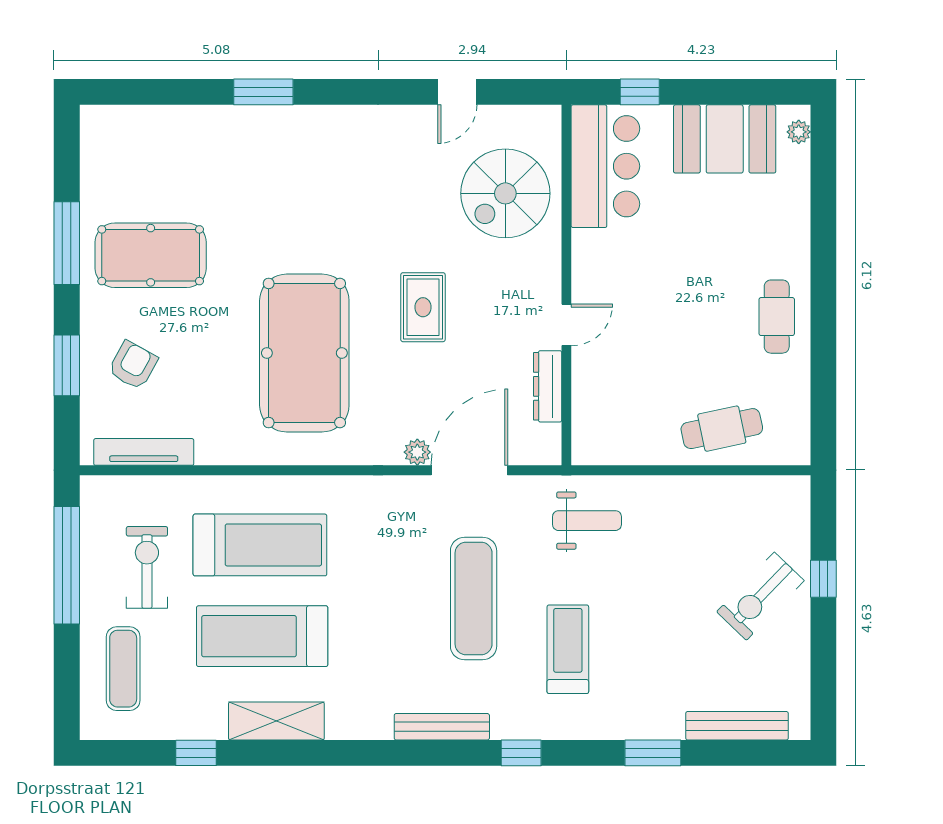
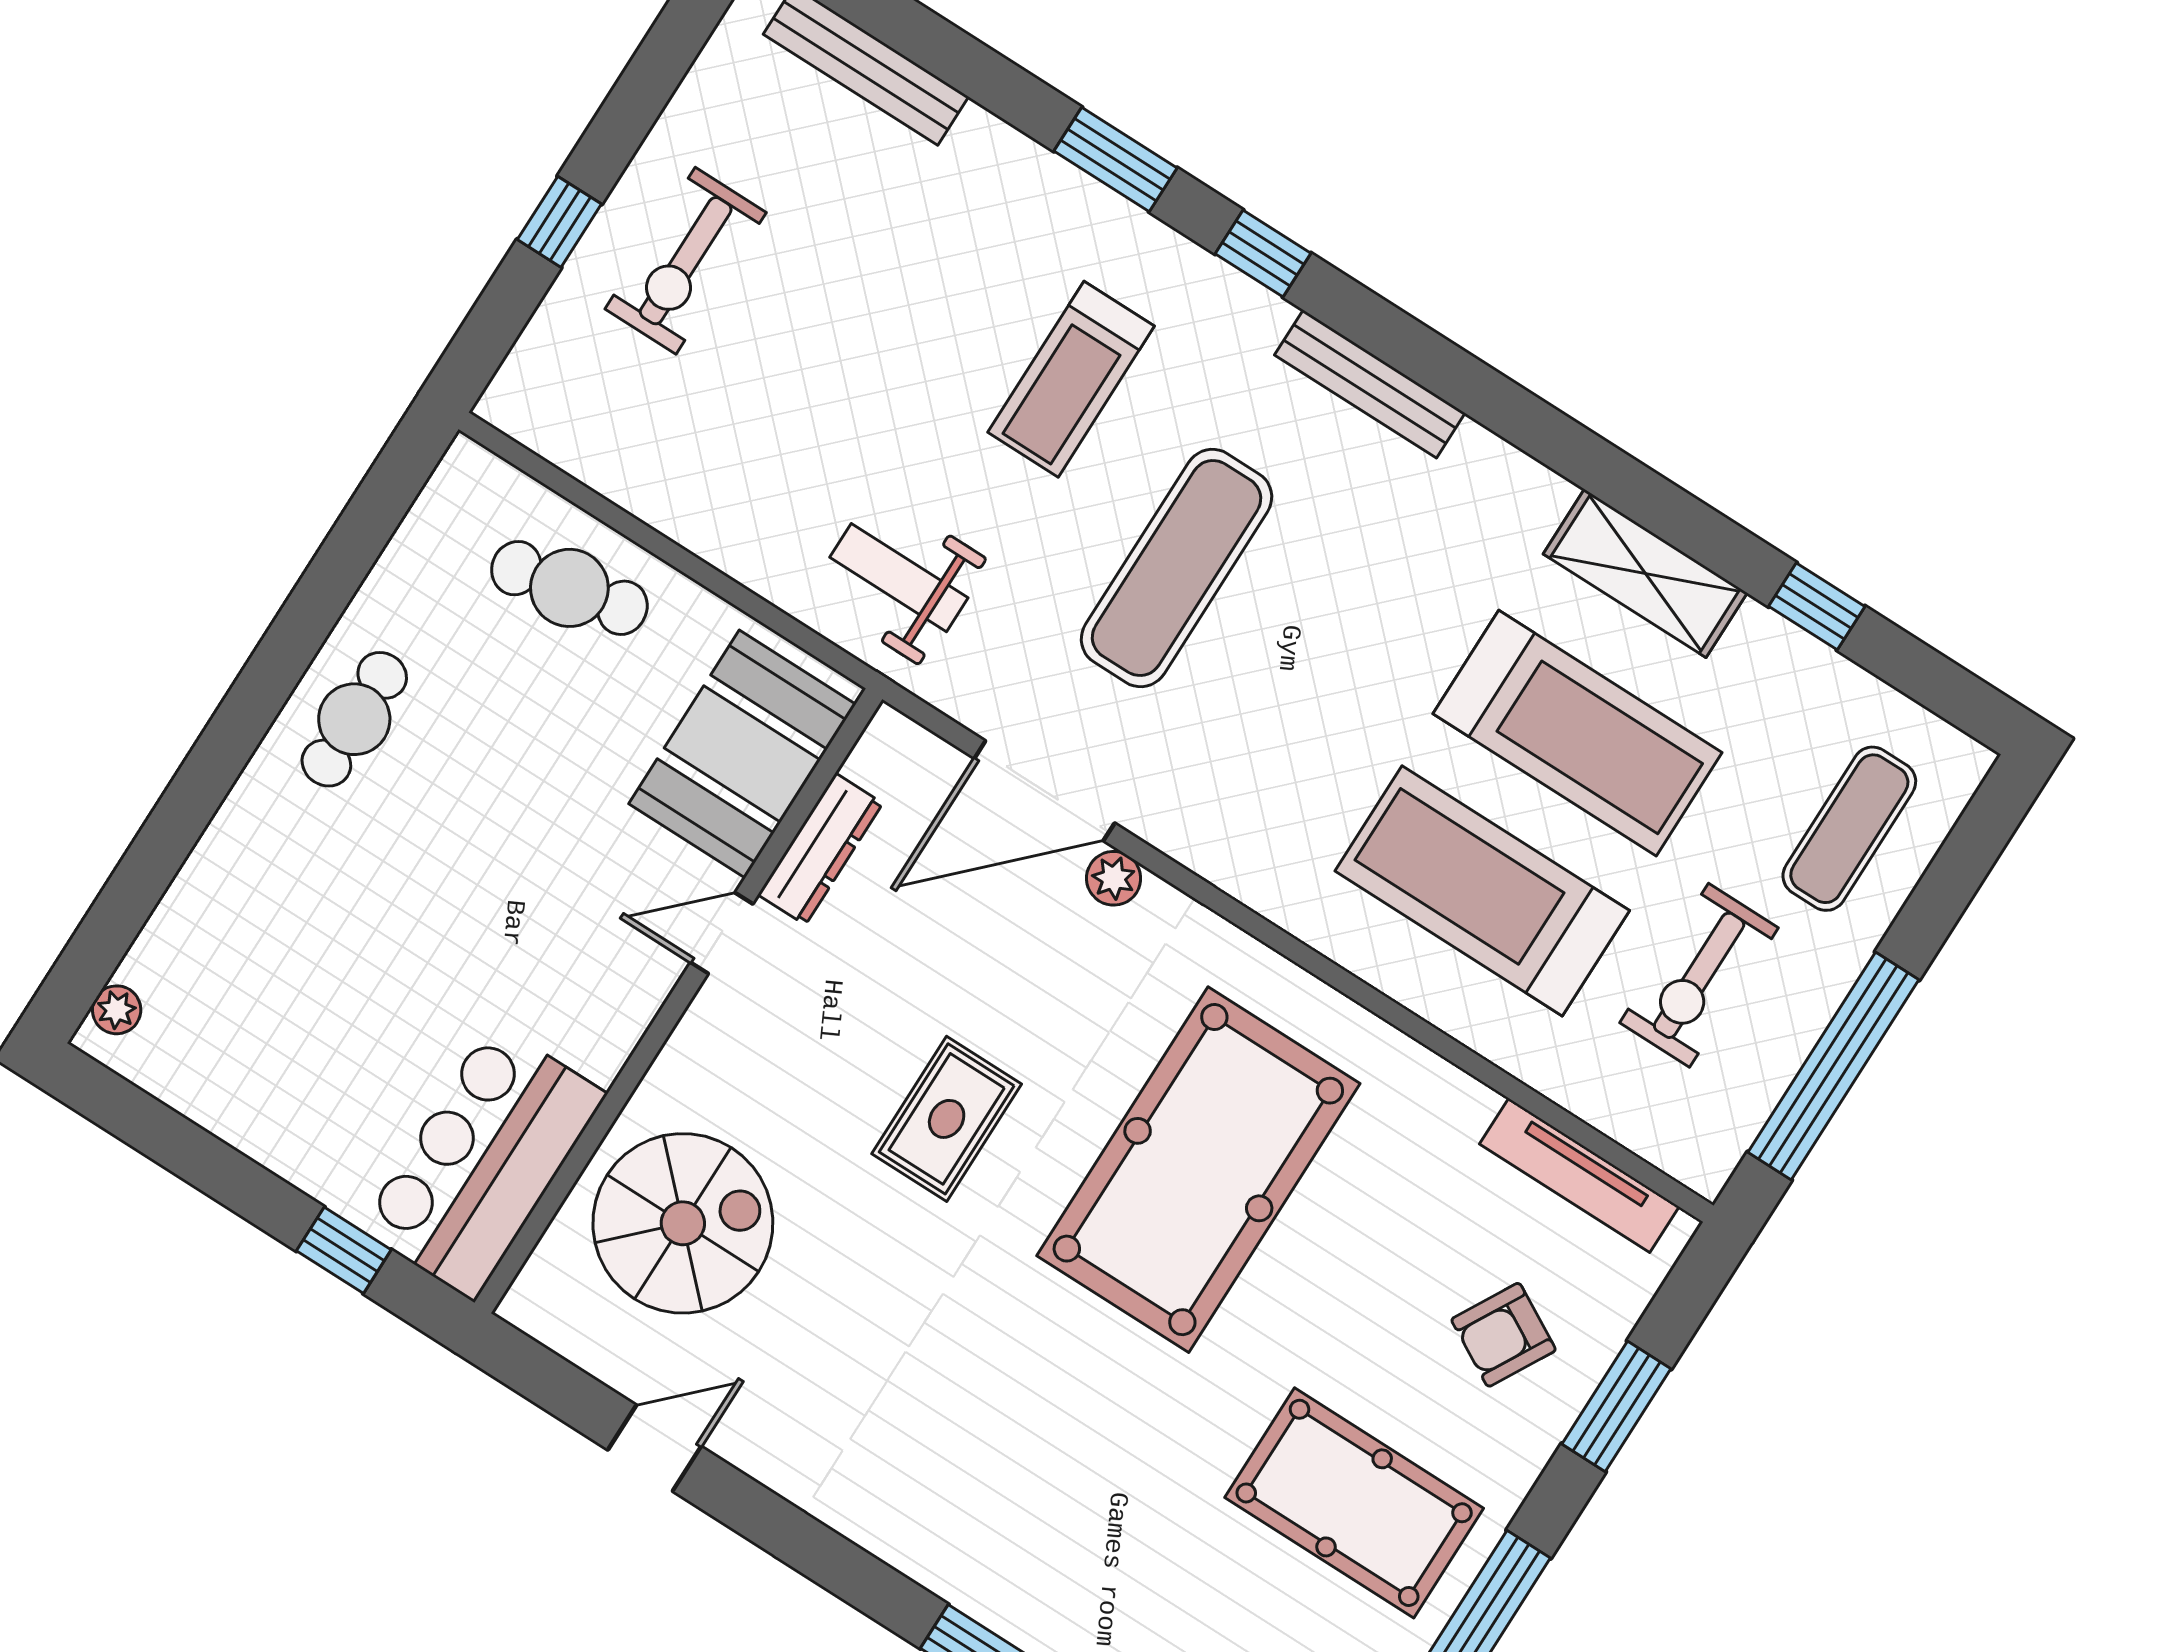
booth: (725, 139) -> (742, 754), moved, turned 90
exercise bike: (760, 596) -> (686, 261), turned 136
window: (653, 753) -> (1116, 160), moved

